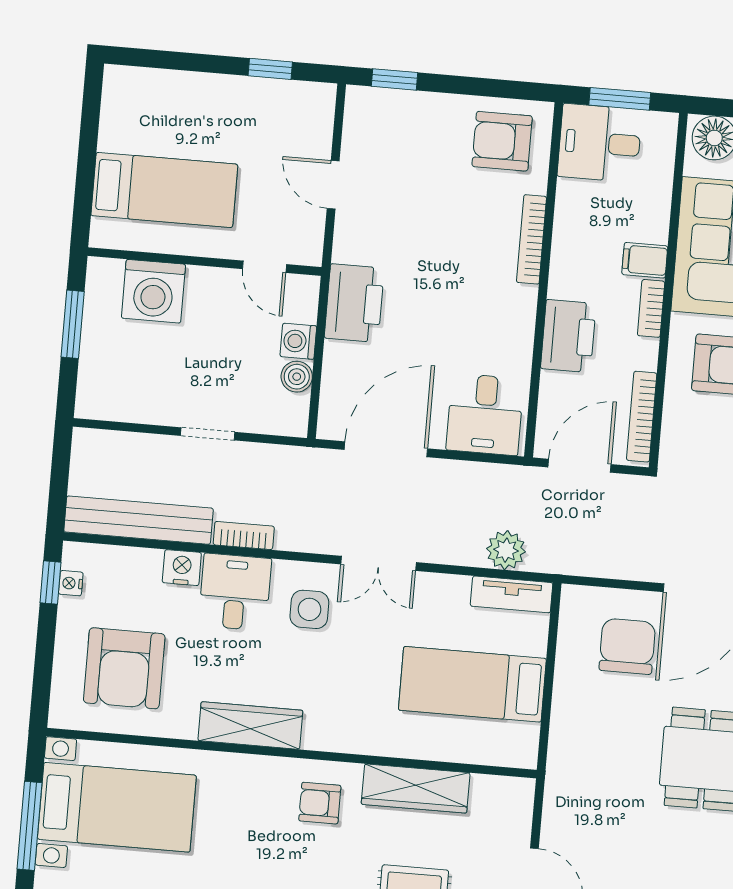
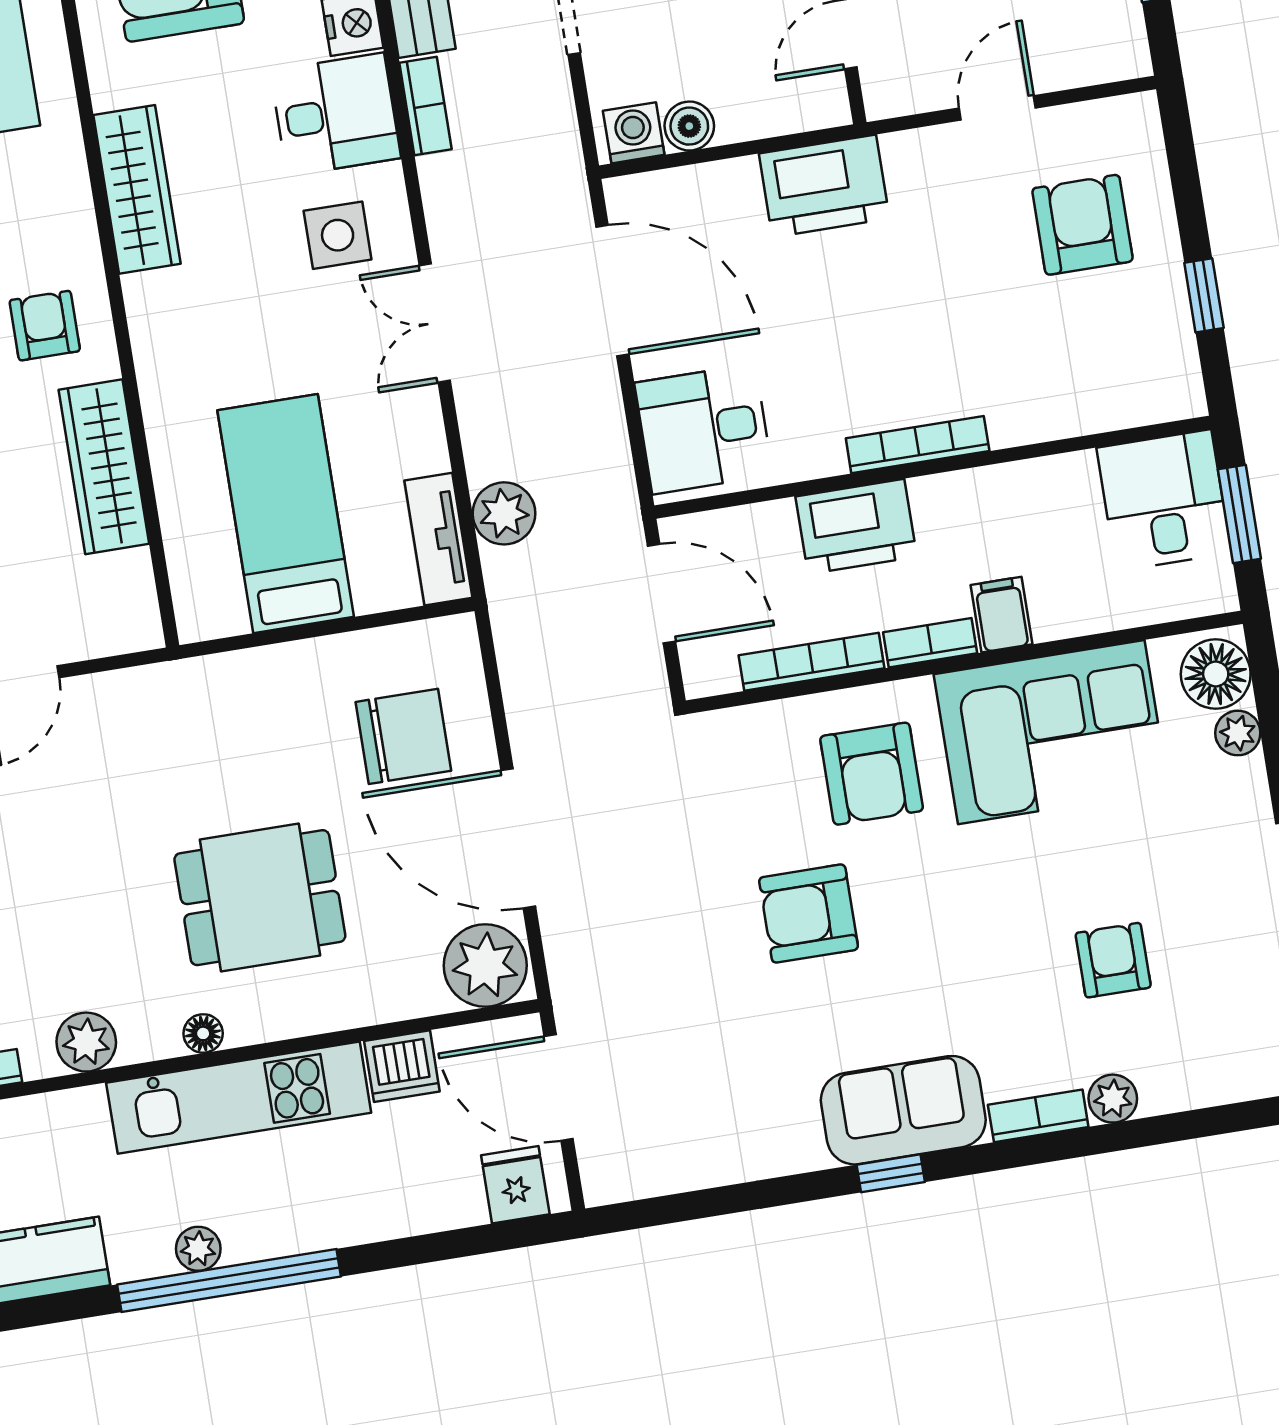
window: (394, 79) -> (1204, 295), moved
armchair: (502, 141) -> (1082, 225), moved
bookcase: (531, 239) -> (918, 445), moved
washing machine: (298, 341) -> (634, 133), moved
bookcase: (642, 417) -> (811, 662), moved

